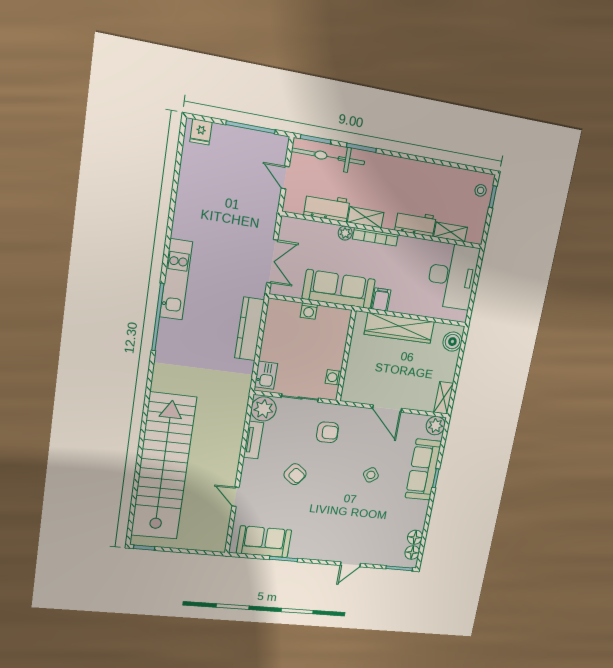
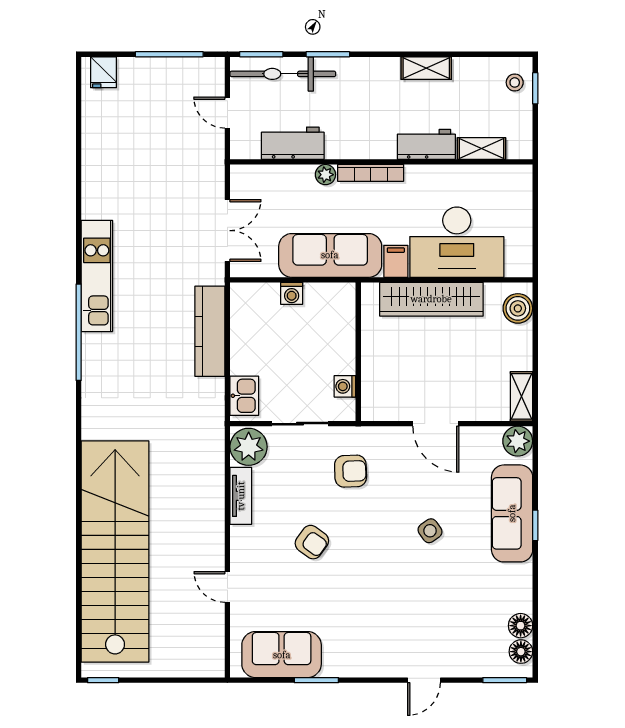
shelving: (366, 217) -> (426, 68), moved
desk: (452, 276) -> (457, 242), moved, turned 90

